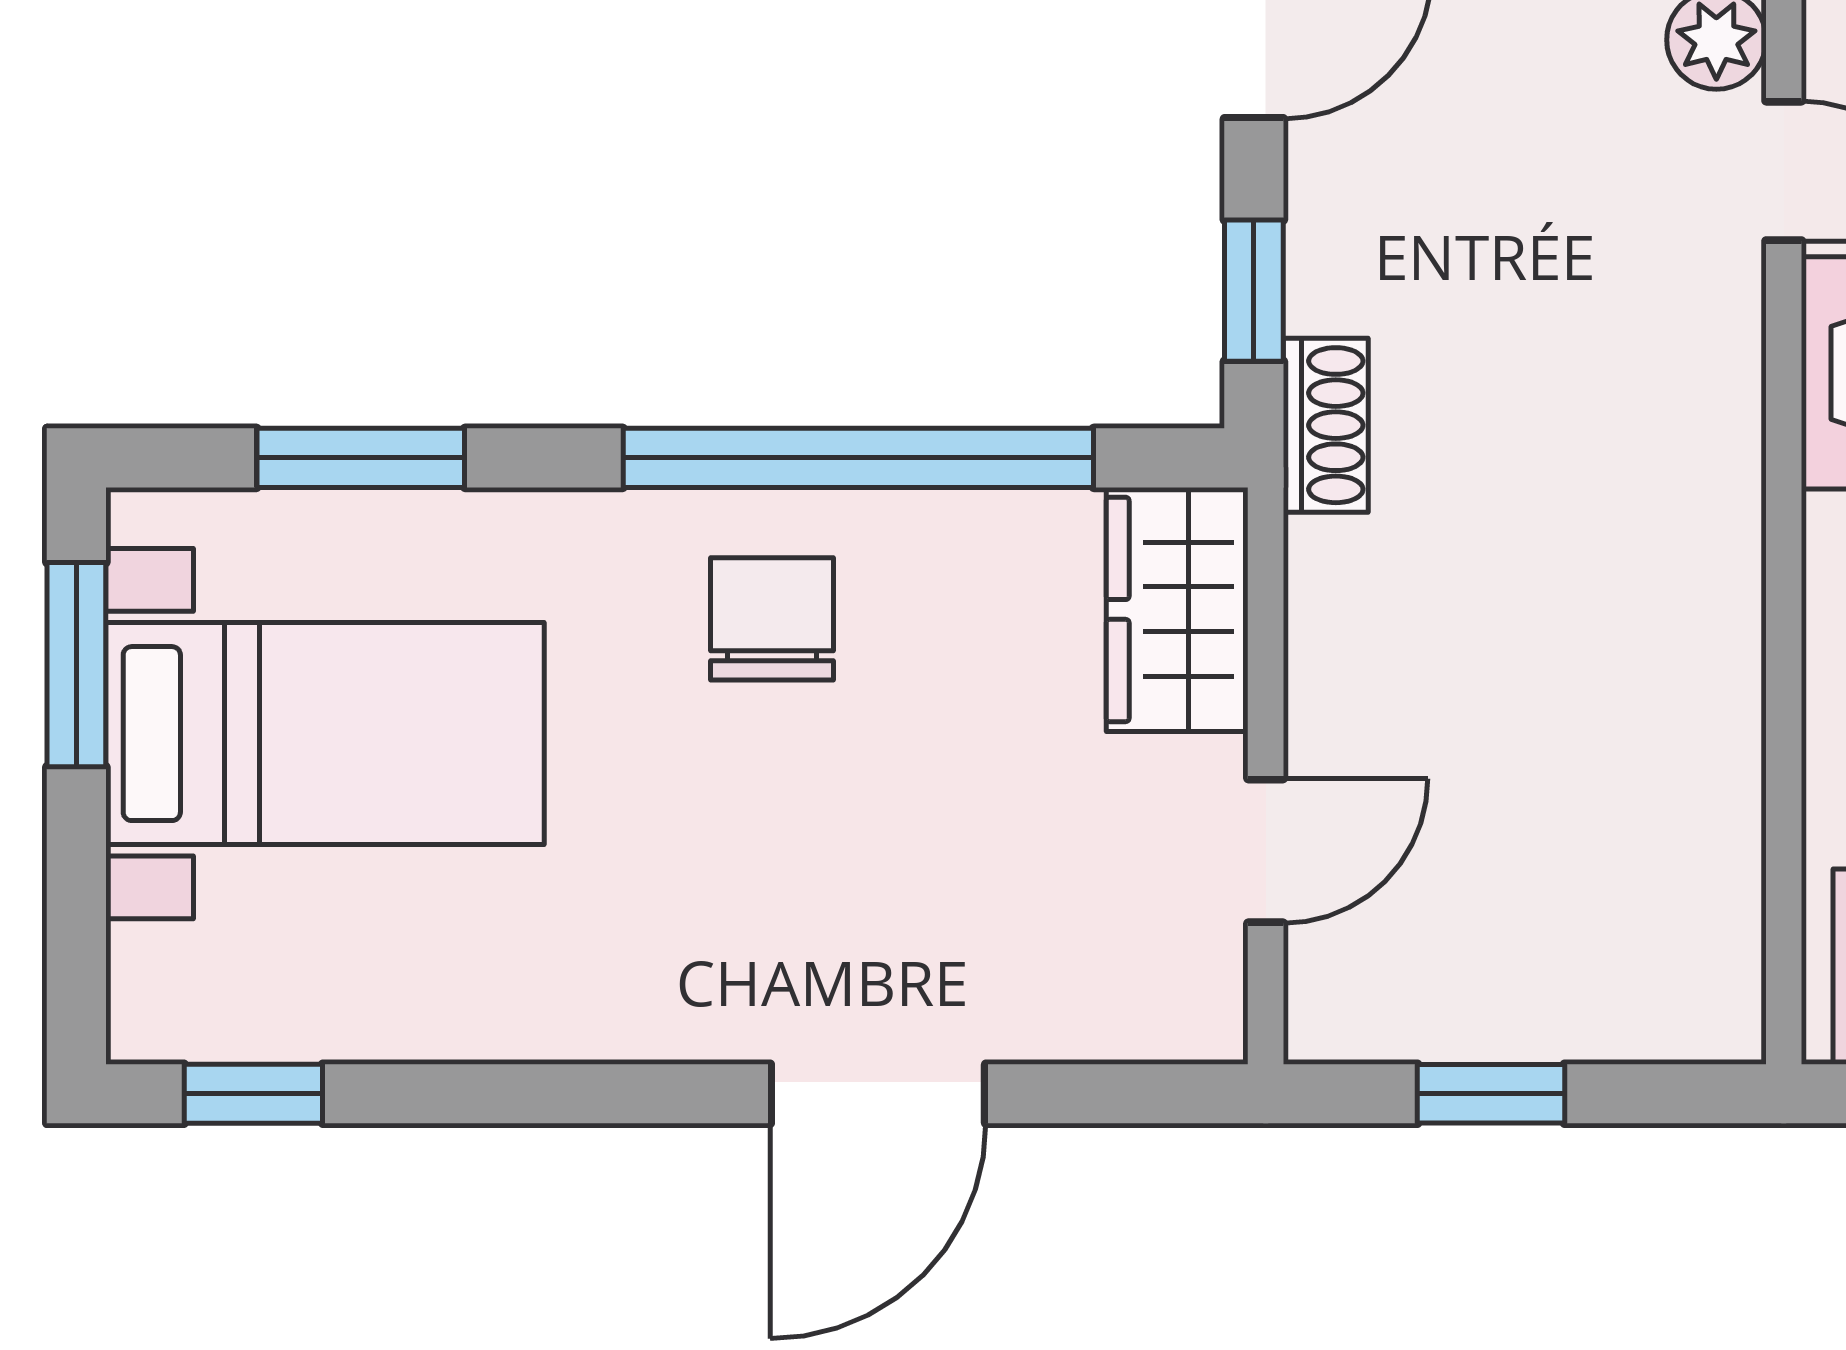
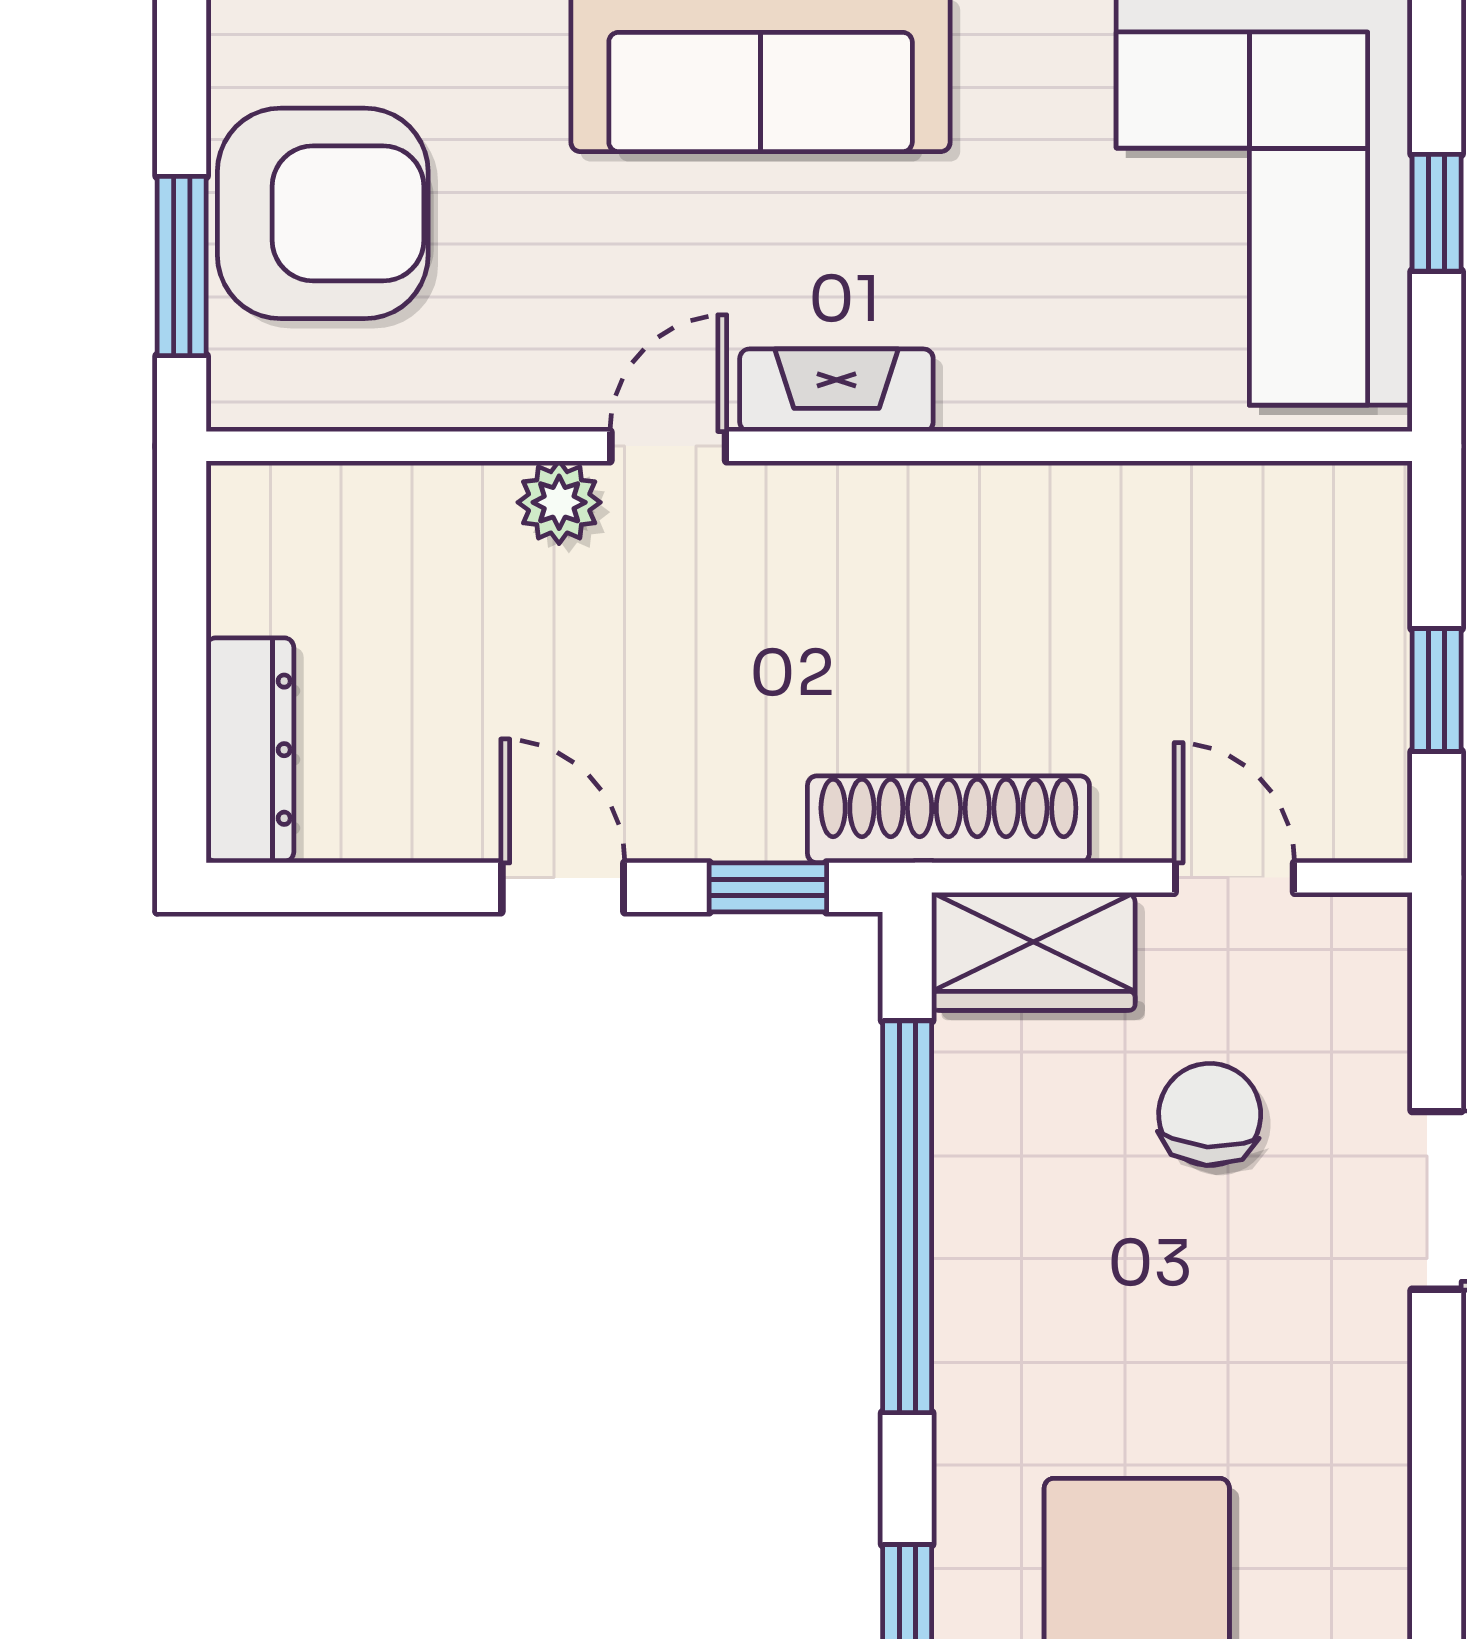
shoe rack: (1326, 425) -> (948, 819), width x1.94, depth x1.24
chair: (772, 619) -> (1210, 1114), moved, turned 94

